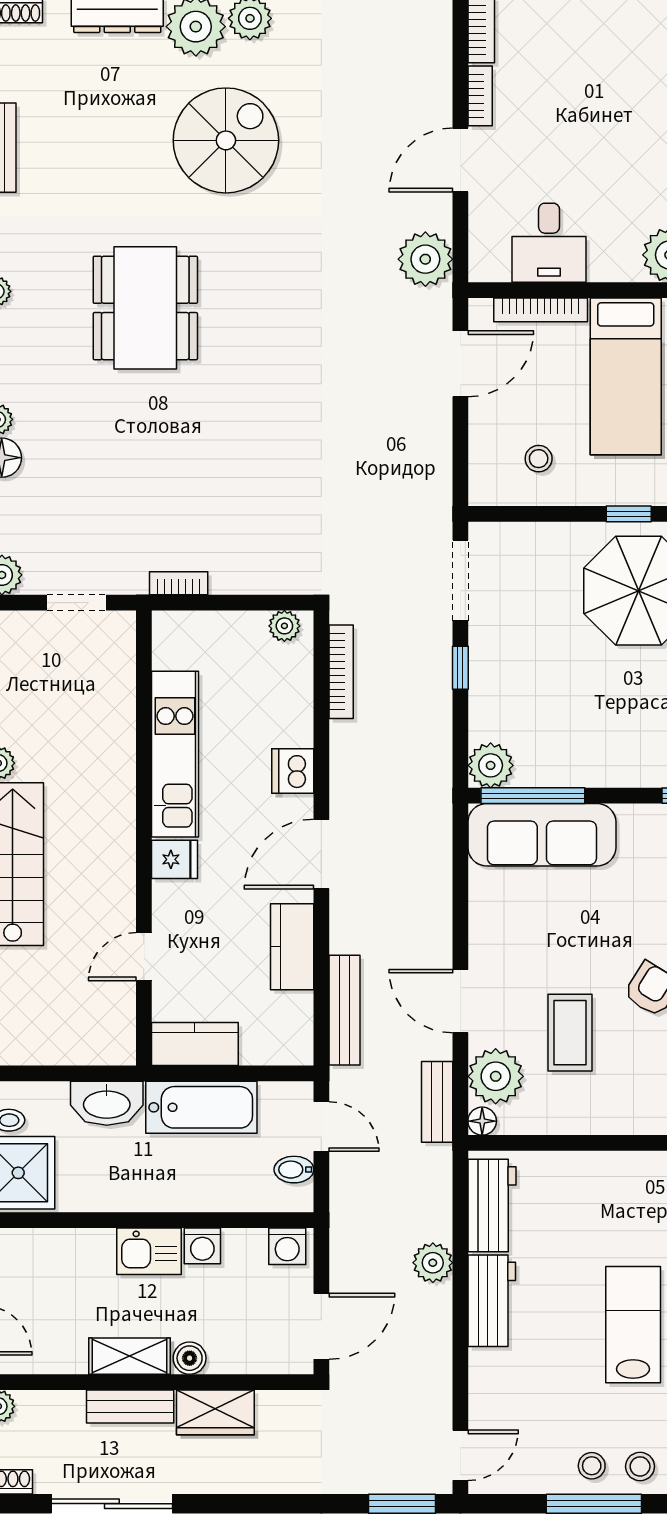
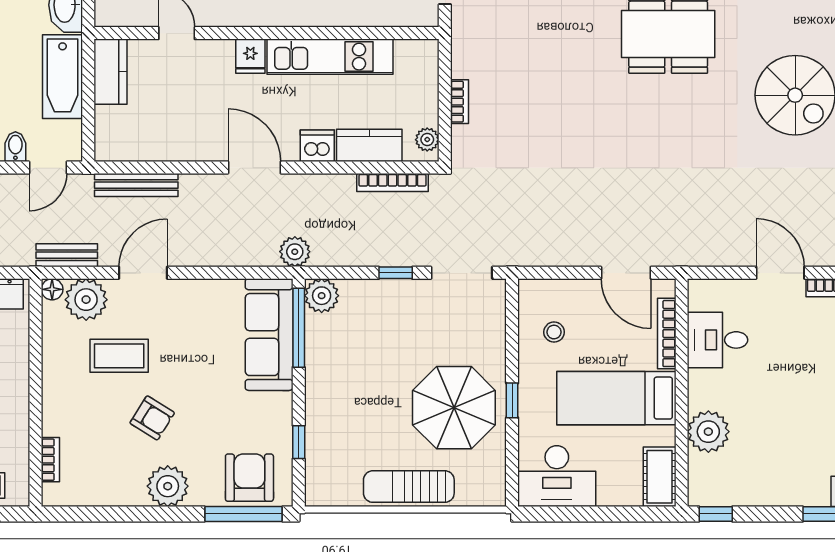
plant: (425, 259) -> (295, 252), moved, width x0.73, depth x0.73
bookcase: (179, 583) -> (459, 102), moved
kitchen counter: (292, 947) -> (369, 145), moved

